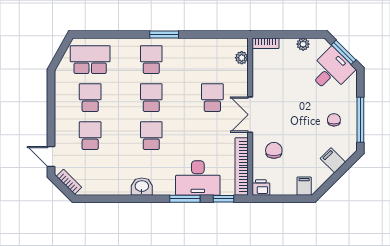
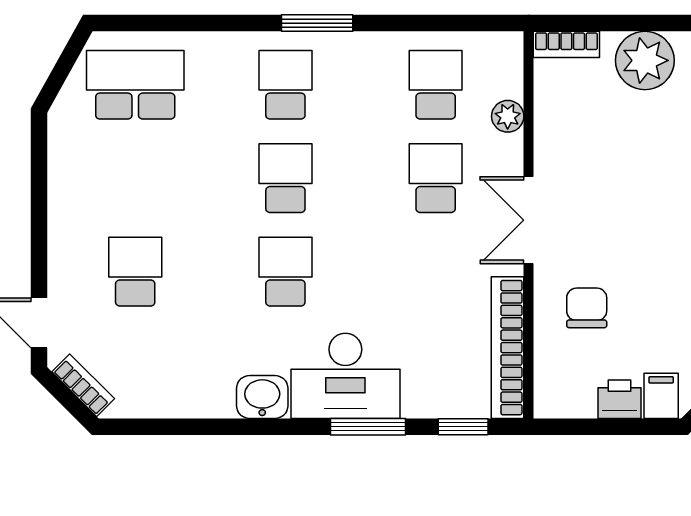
plant: (303, 44) -> (645, 60), width x1.88, depth x1.88
plant: (242, 58) -> (508, 116), moved
school desk: (90, 98) -> (436, 85), moved
desk: (198, 178) -> (345, 376), moved
printer: (261, 188) -> (619, 399), moved

